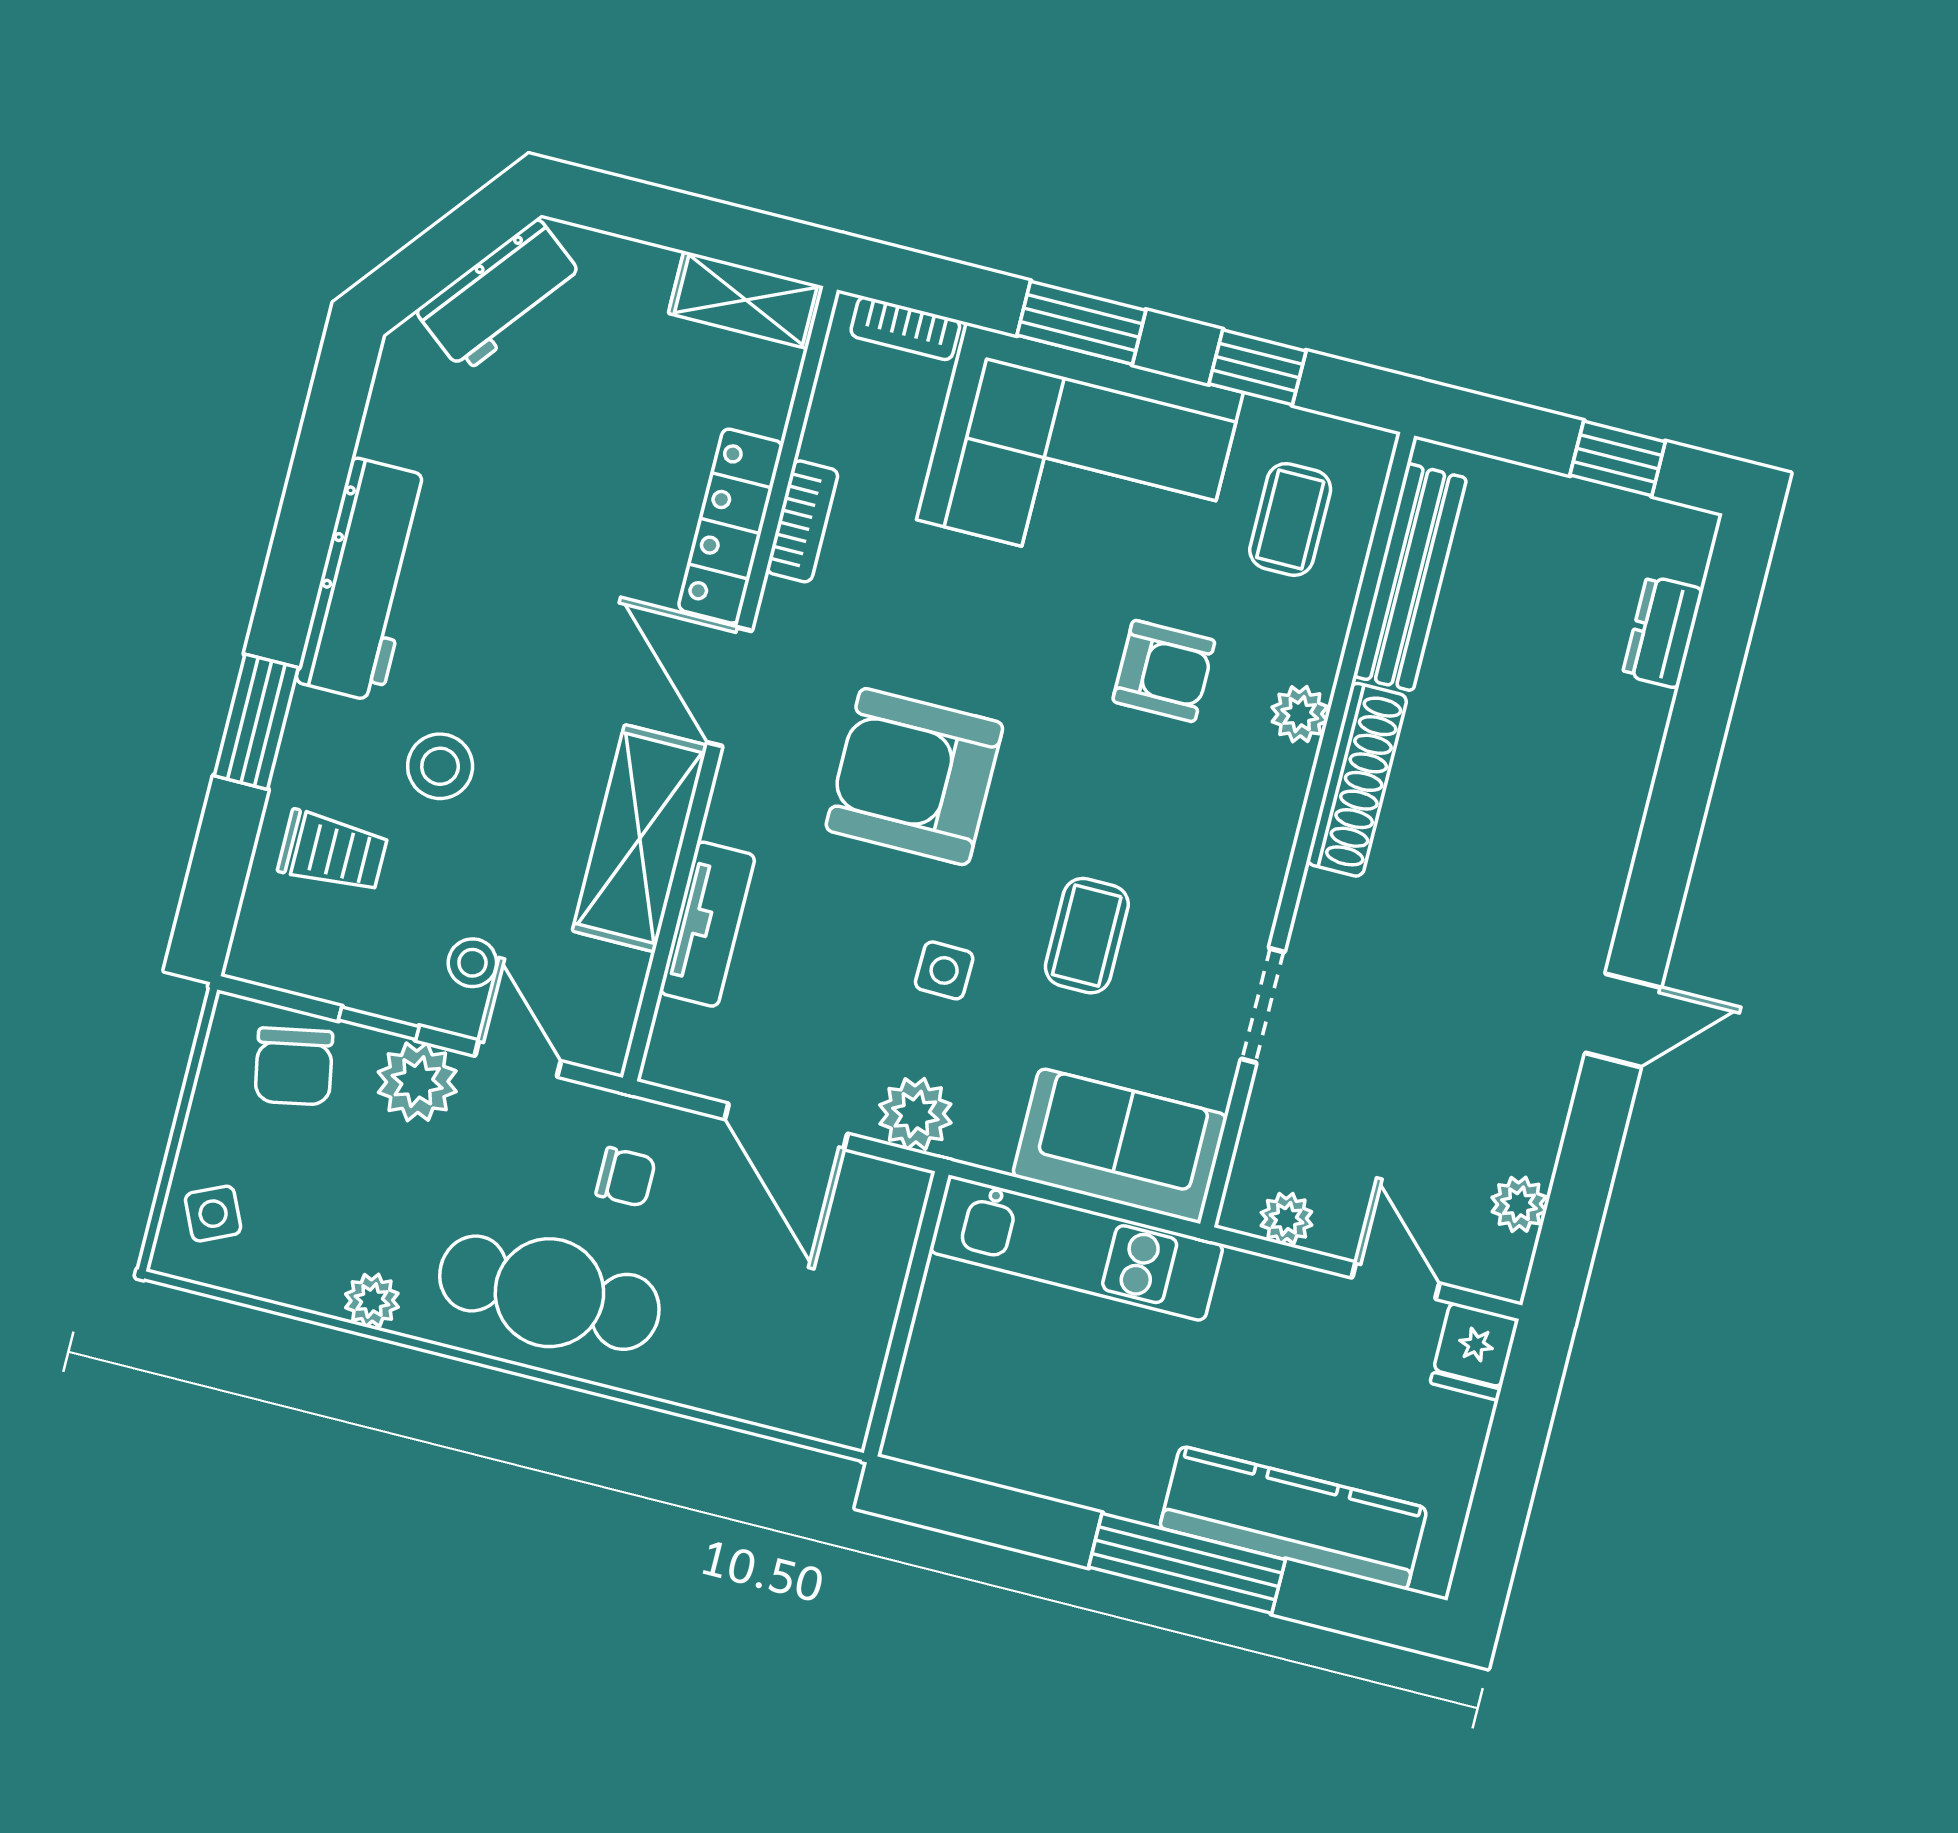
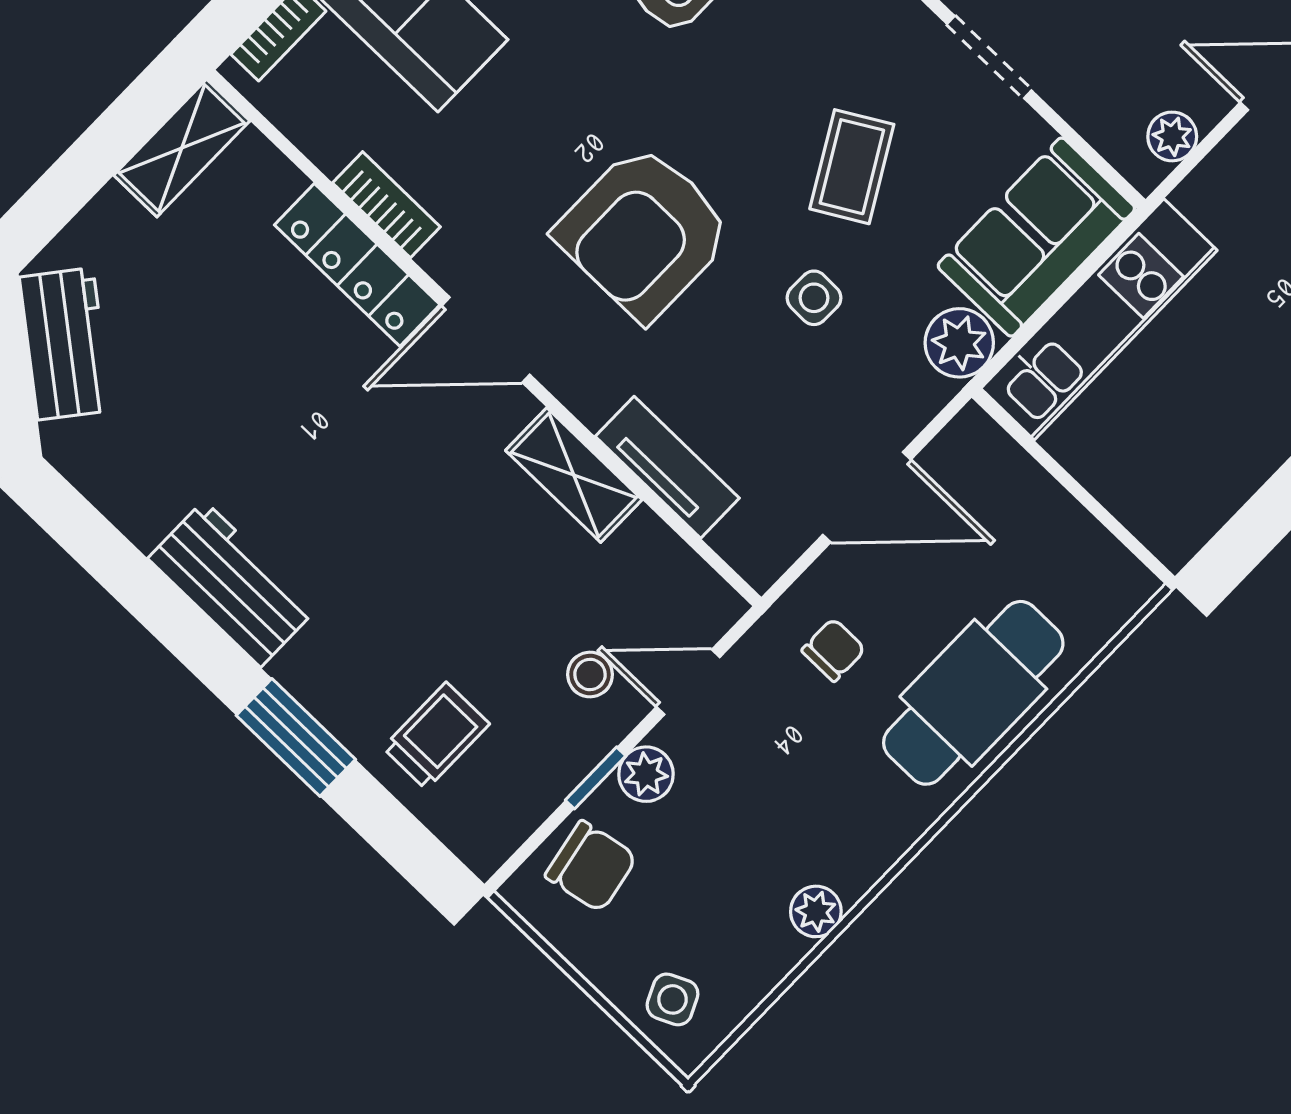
workbench: (366, 580) -> (232, 584), width x0.73
stool: (440, 766) -> (417, 610), removed
shelving: (640, 838) -> (574, 475), width x0.67, depth x0.75
coffee table: (1087, 936) -> (852, 167), turned 60
plant: (417, 1082) -> (646, 774), width x0.73, depth x0.73
plant: (915, 1114) -> (959, 343), moved
cafe table: (549, 1293) -> (973, 693), moved

